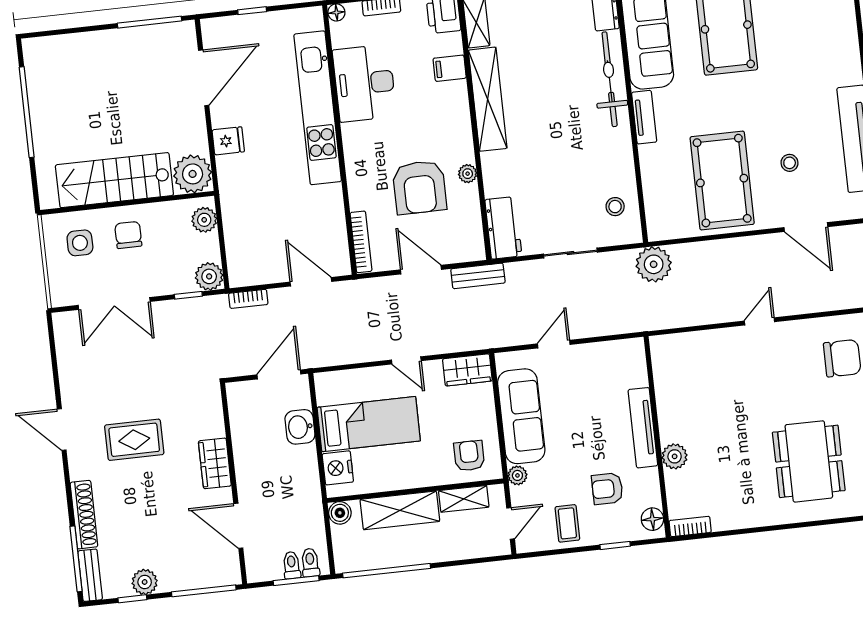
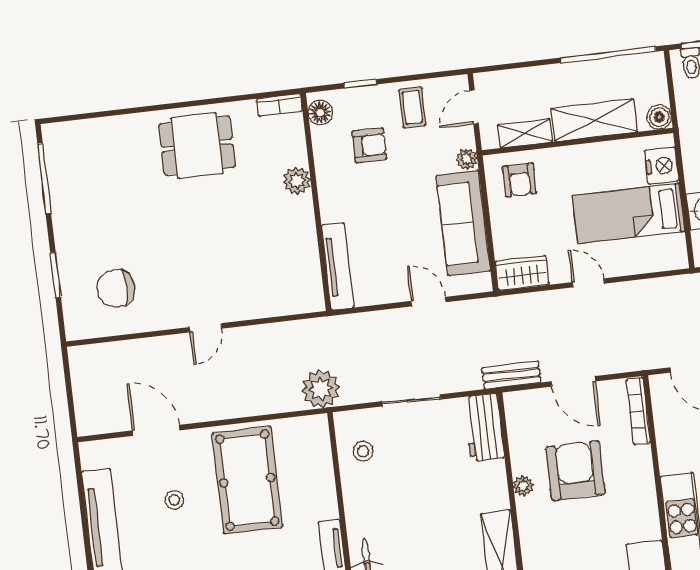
door: (554, 344) -> (429, 302), swing flipped
tv unit: (643, 428) -> (338, 267), moved
dining table: (809, 461) -> (197, 146), moved, width x0.73

